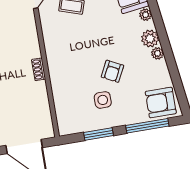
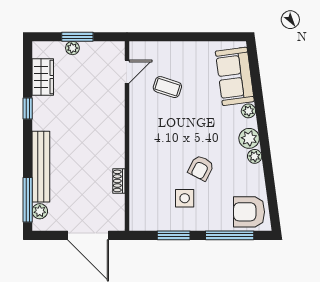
shoe rack: (39, 69) -> (119, 181), moved

